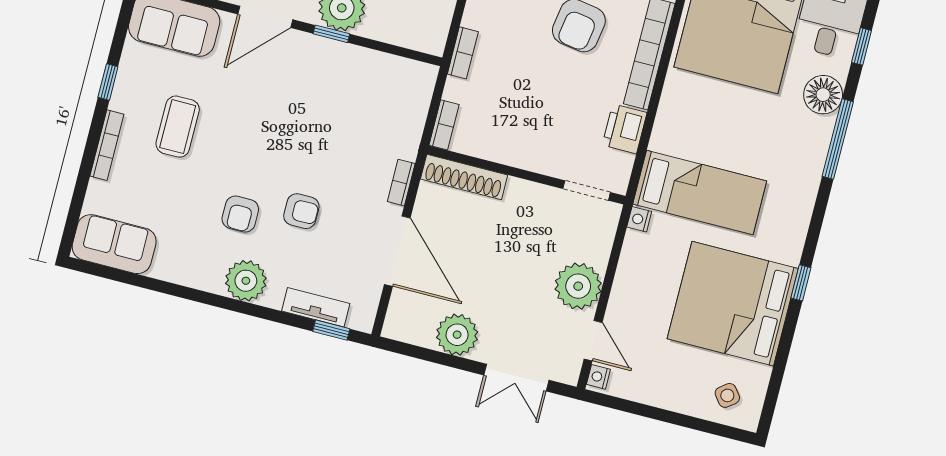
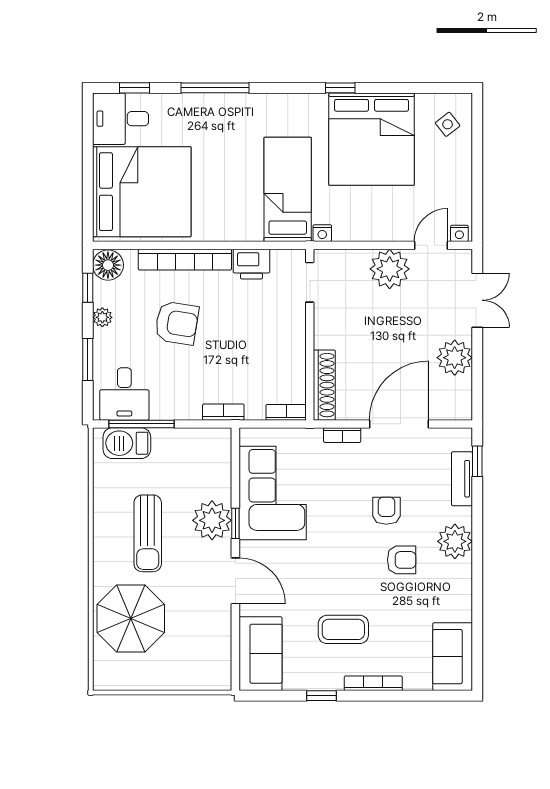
corner sofa: (355, 85) -> (273, 493), added
floor lamp: (823, 95) -> (182, 109), removed

